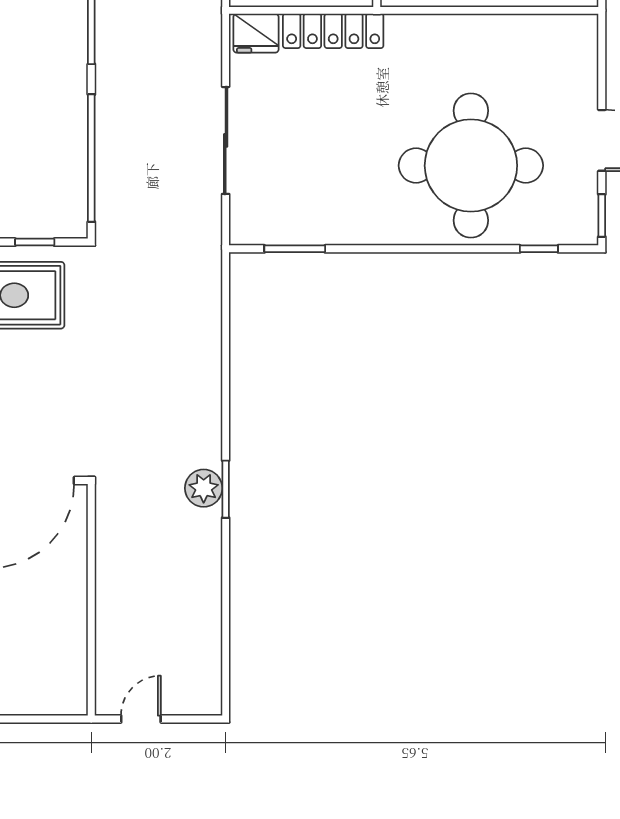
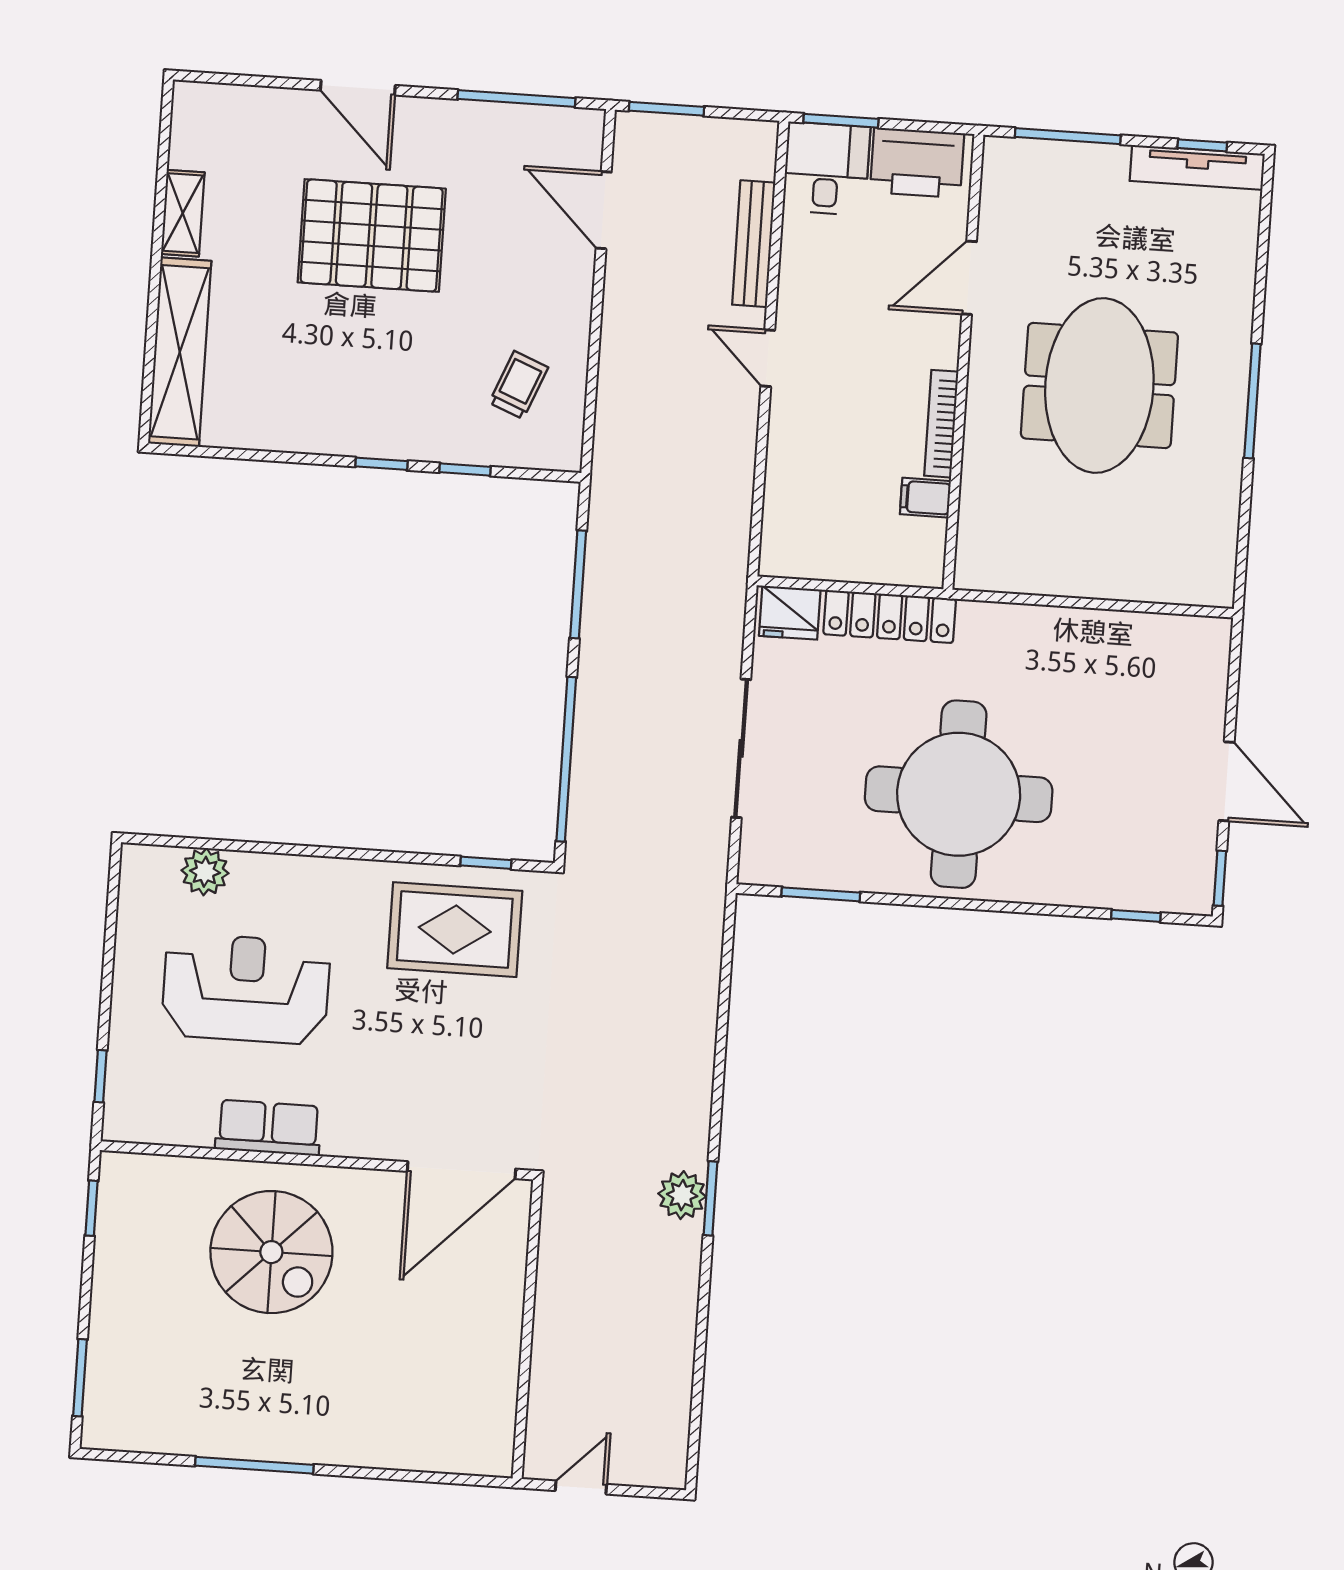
round table: (471, 166) -> (959, 794), moved

